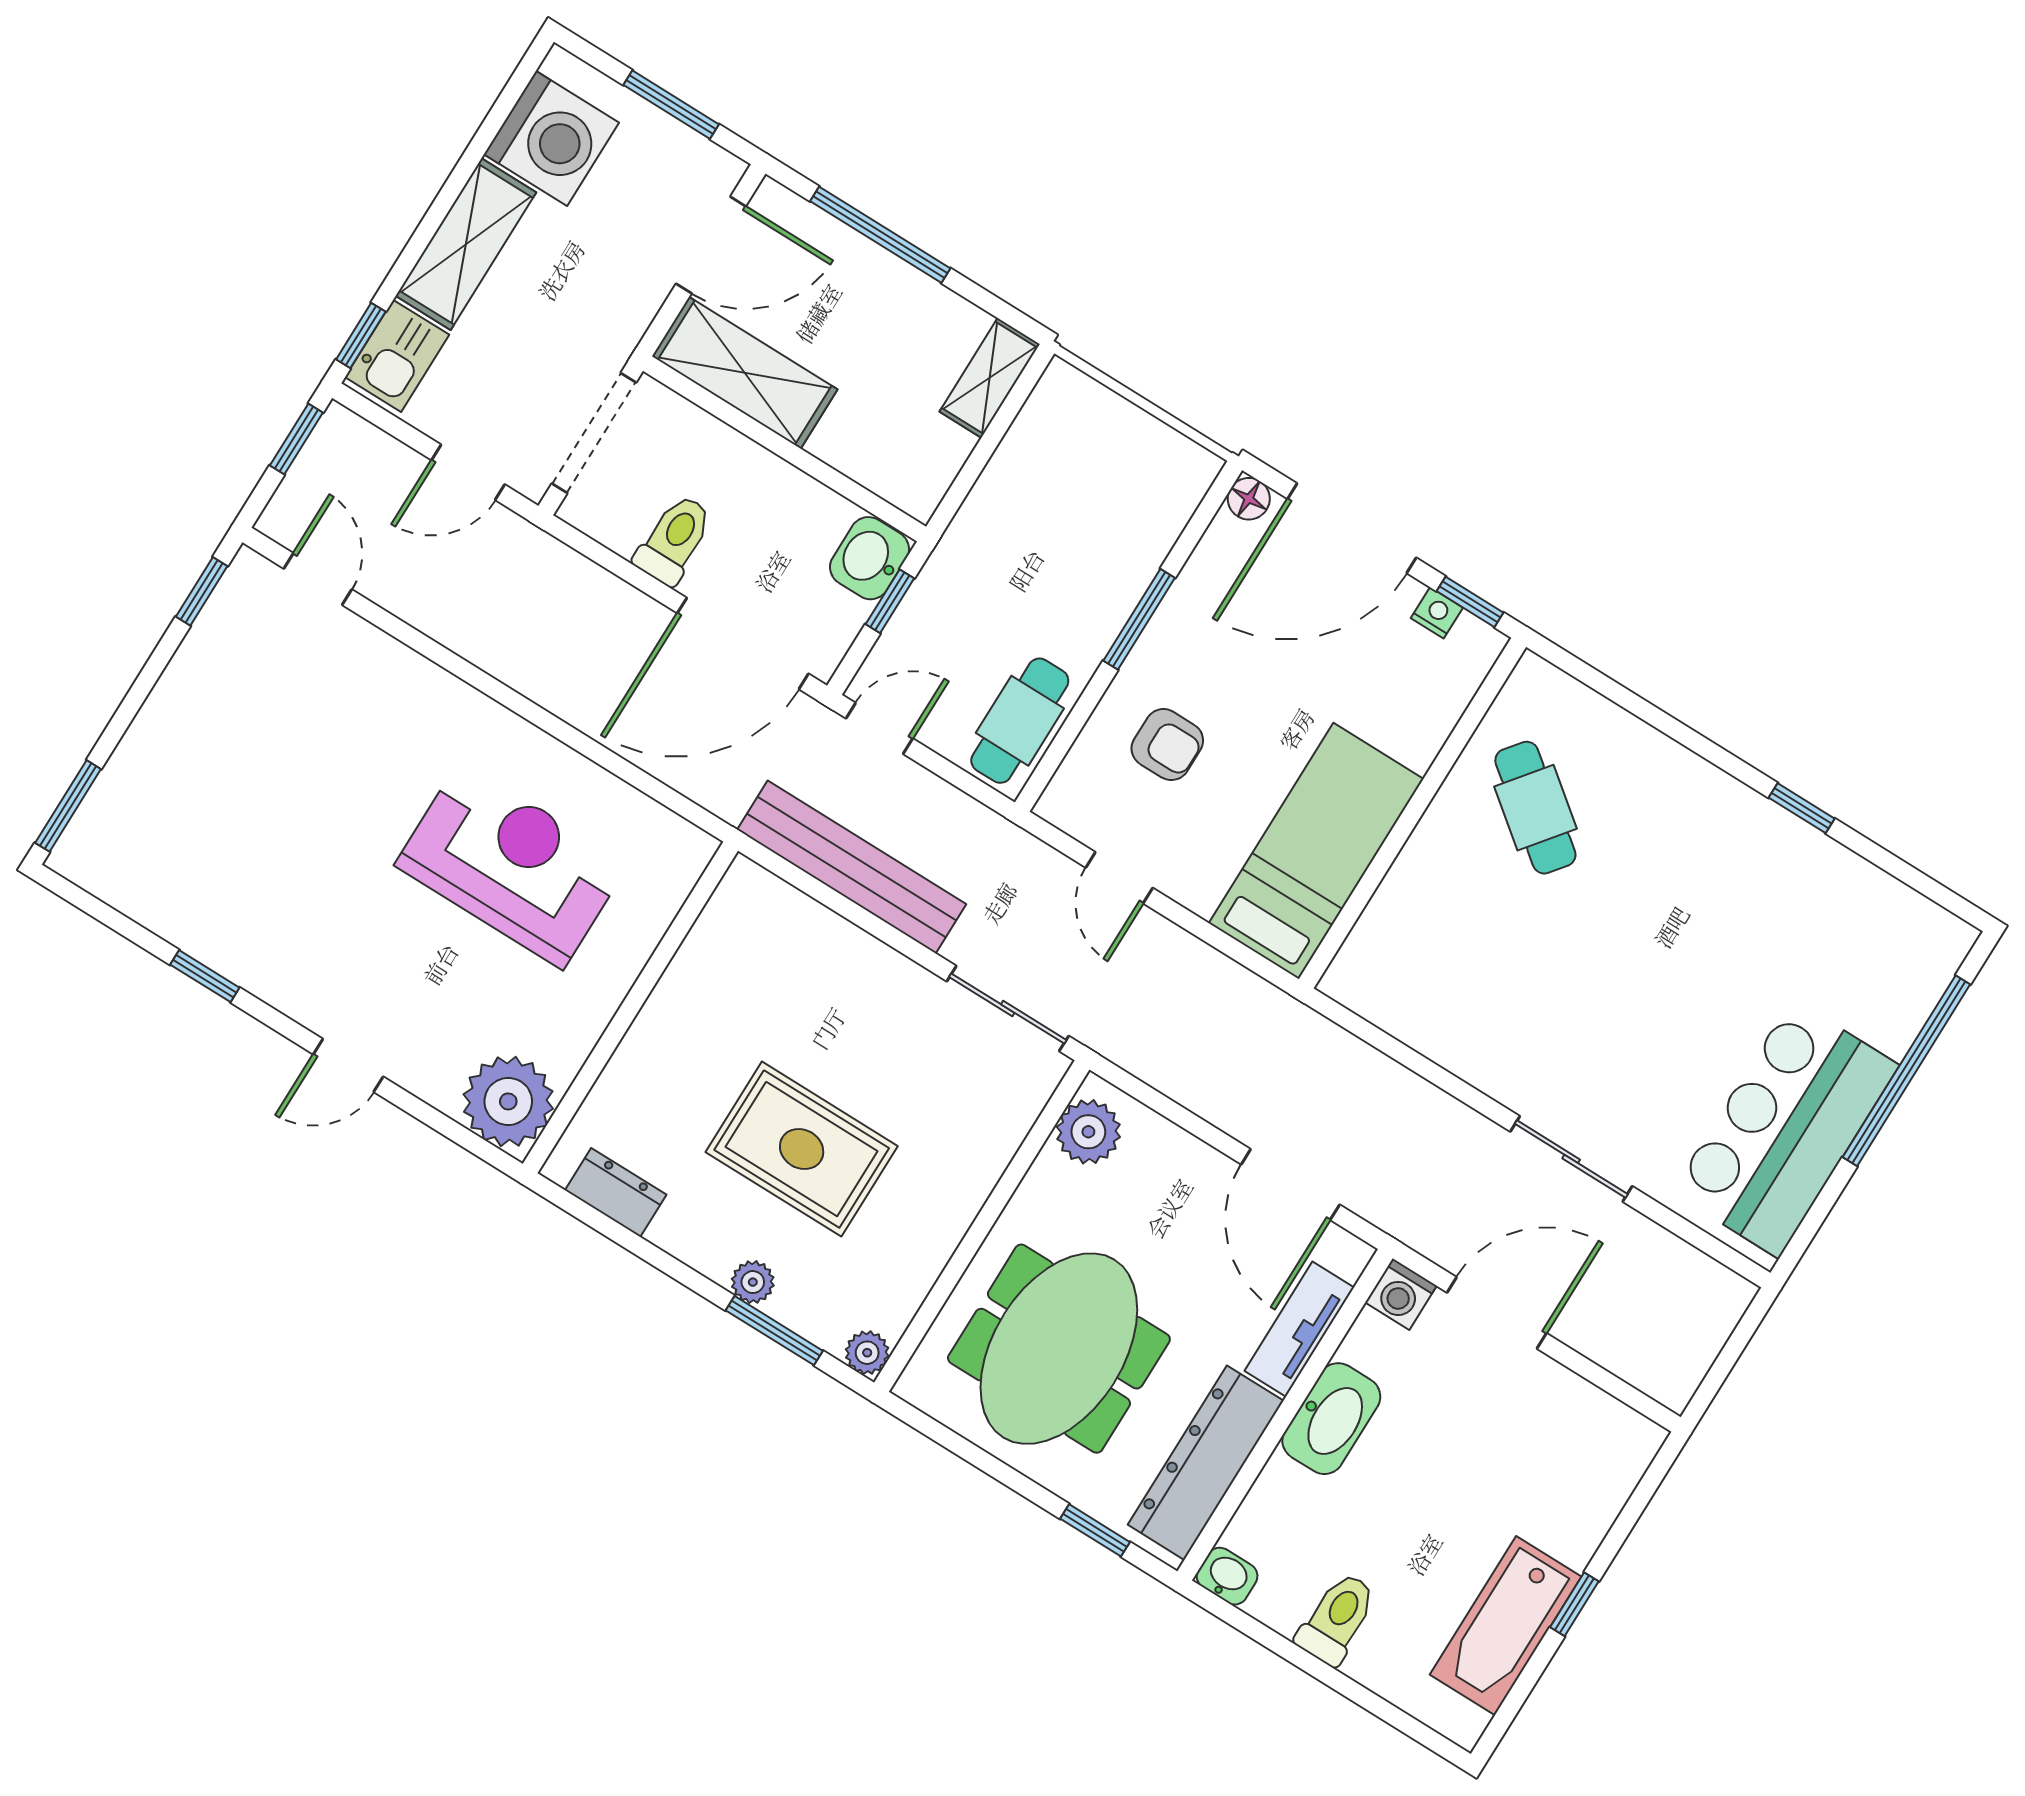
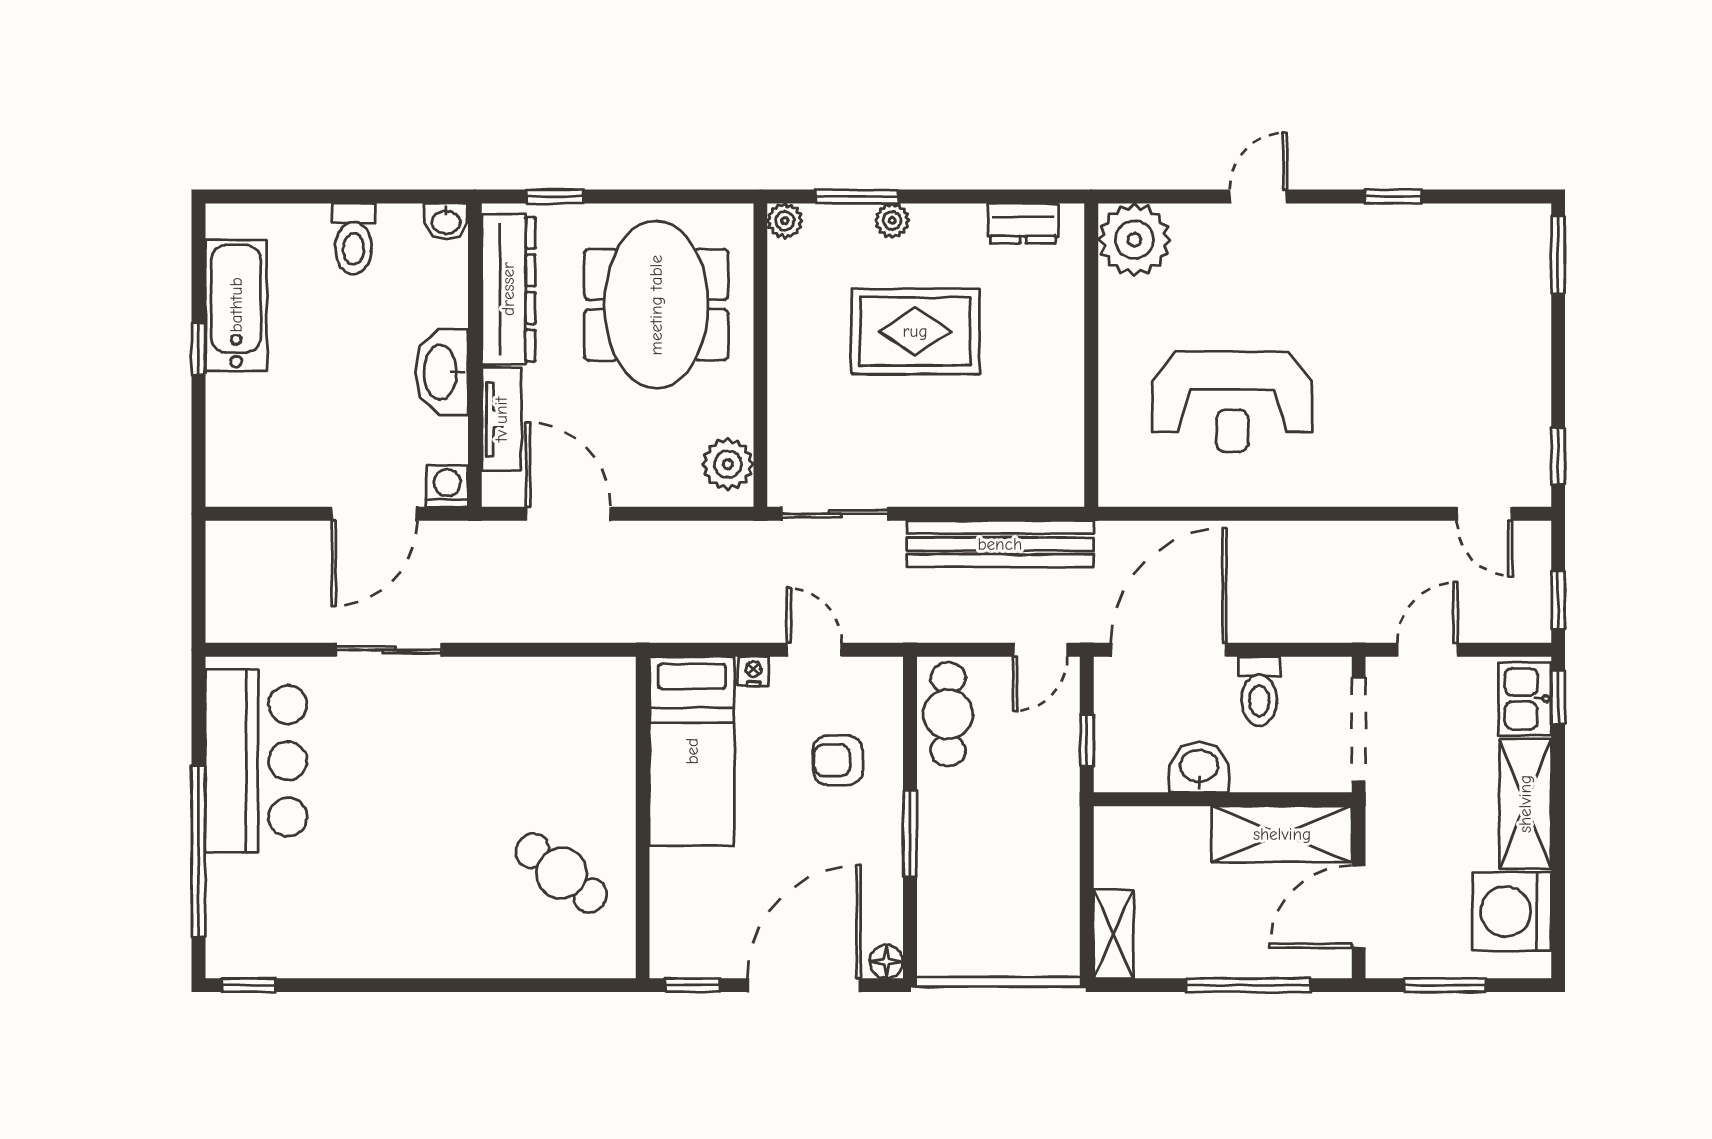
washbasin: (870, 558) -> (1199, 767), moved, turned -90
nightstand: (1437, 613) -> (754, 671), moved, turned 180
window: (1802, 808) -> (248, 985), moved

